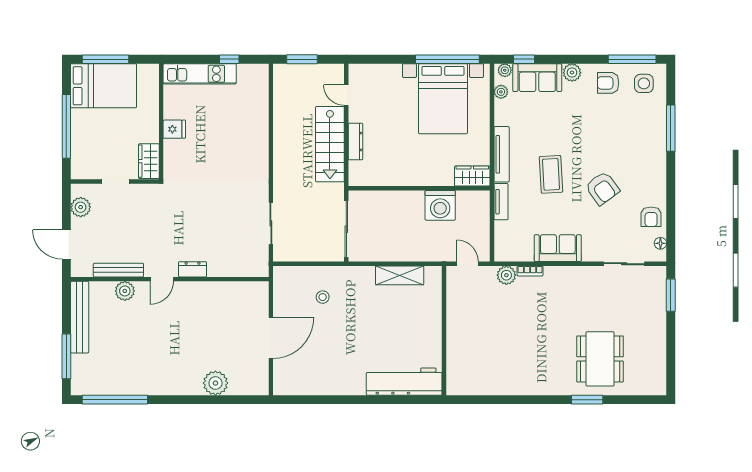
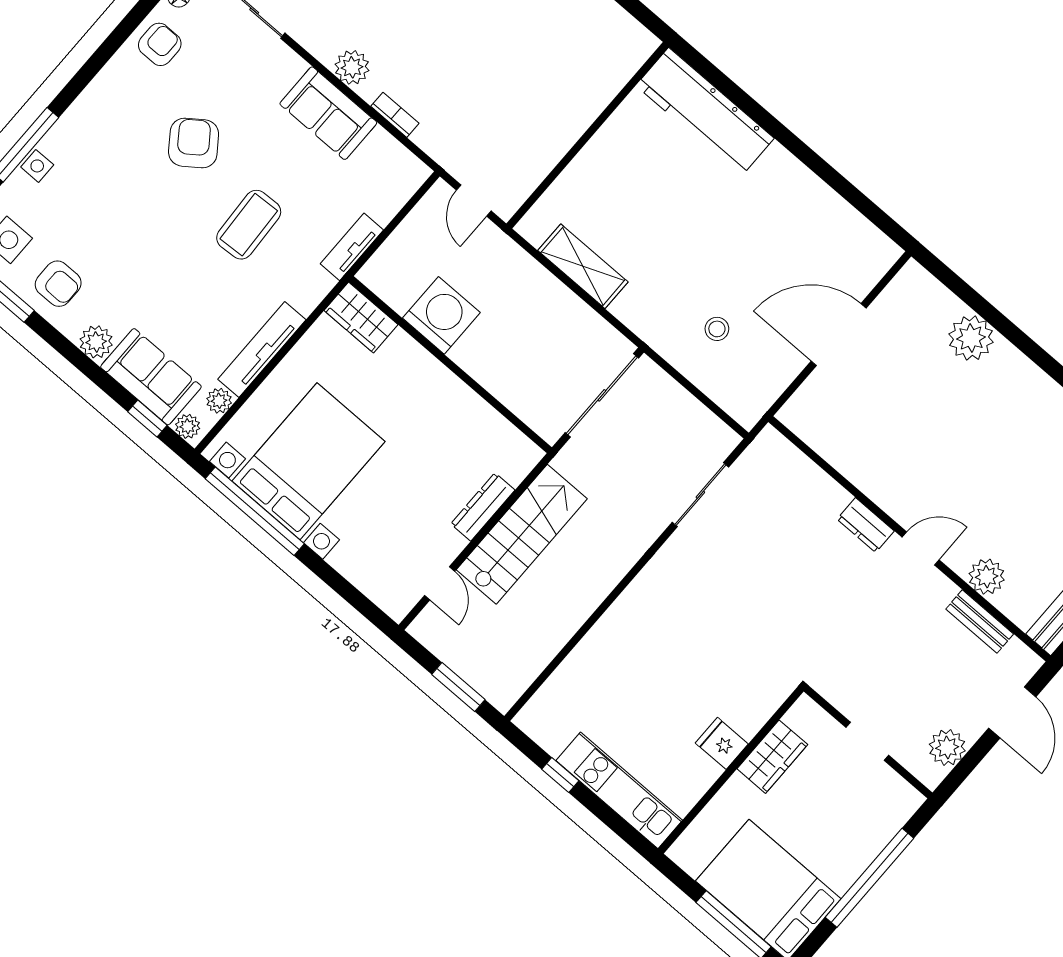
side table: (658, 124) -> (37, 166), added
tv unit: (502, 154) -> (262, 349), moved
wardrobe: (149, 161) -> (772, 757), moved
bench: (118, 270) -> (980, 622), width x0.73
plant: (506, 275) -> (352, 67), moved

